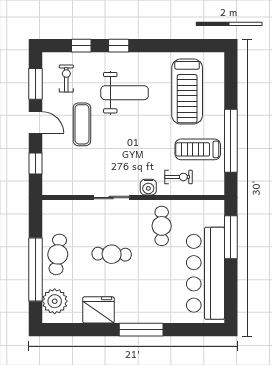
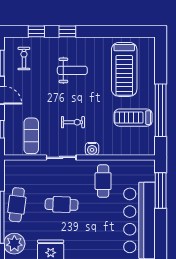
weight bench: (125, 93) -> (72, 70), width x0.73, depth x0.75
exercise mat: (82, 124) -> (31, 136), moved
exercise bike: (178, 177) -> (73, 122), moved

